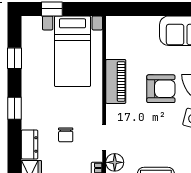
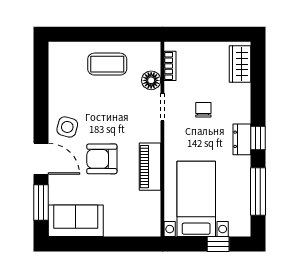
window: (14, 58) -> (258, 191), width x2.17
dresser: (30, 144) -> (242, 139), moved

